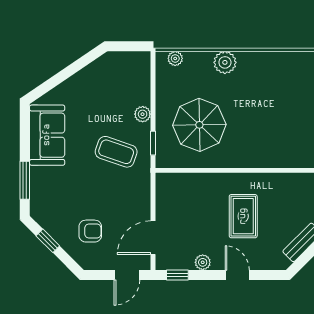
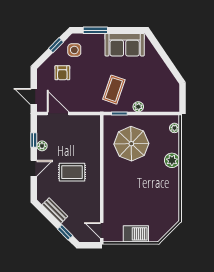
side table: (55, 213) -> (74, 50), added
window: (177, 275) -> (34, 140), moved

